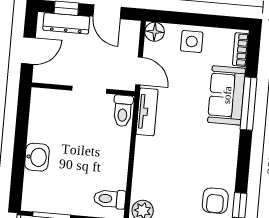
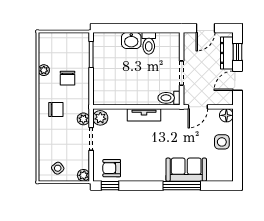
bookcase: (240, 50) -> (219, 177), removed
door: (28, 51) -> (205, 28), hinge flipped
tv unit: (147, 112) -> (144, 115), moved
toilet: (110, 199) -> (149, 43), moved, turned 180

